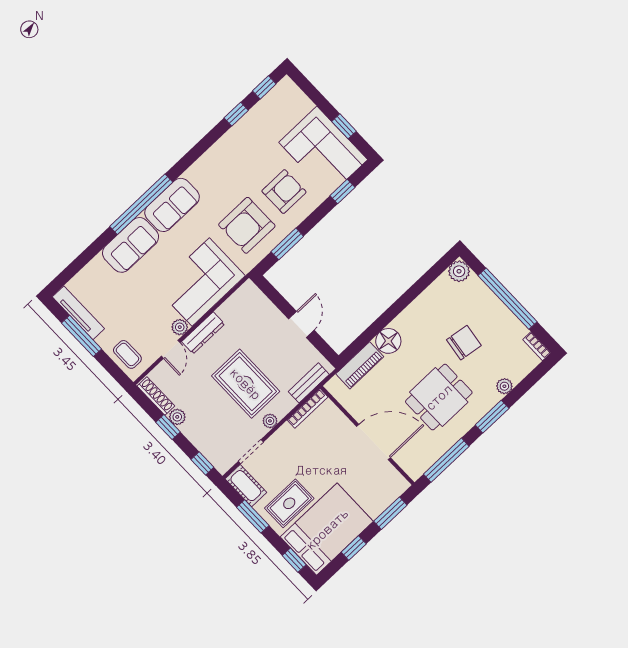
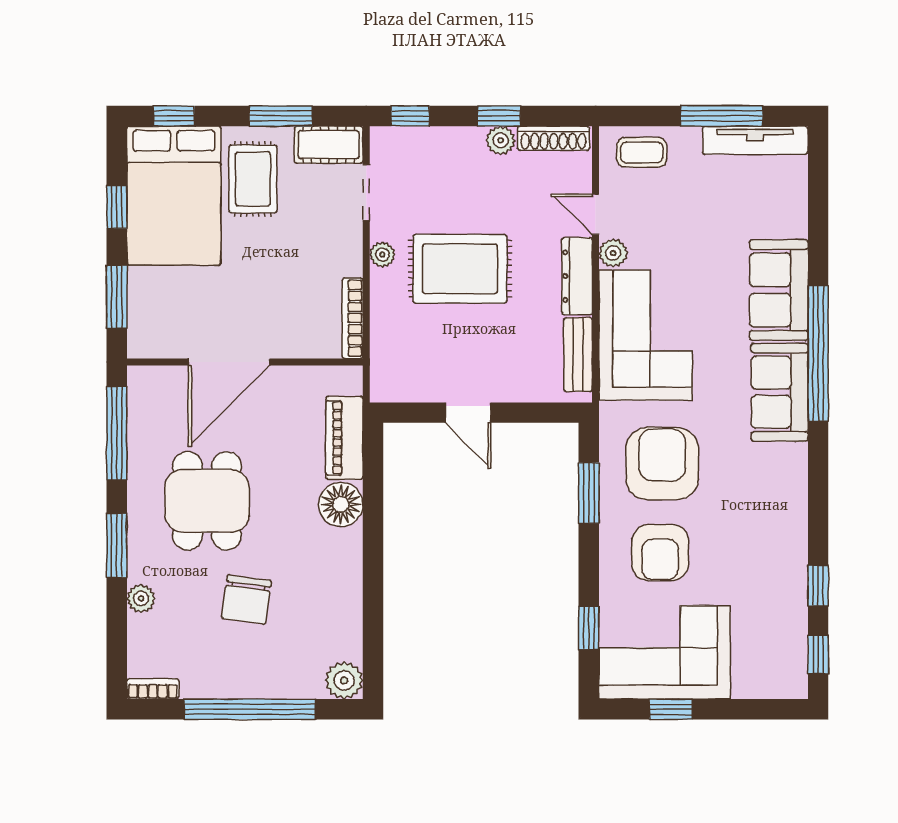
bench: (309, 383) -> (578, 355), moved

